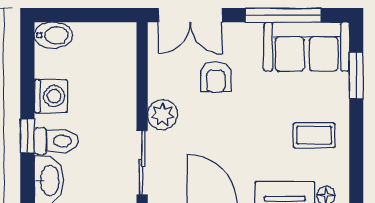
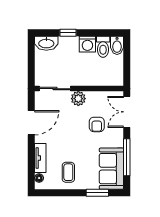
armchair: (216, 77) -> (97, 124), turned -90
toilet: (56, 141) -> (103, 47), moved

